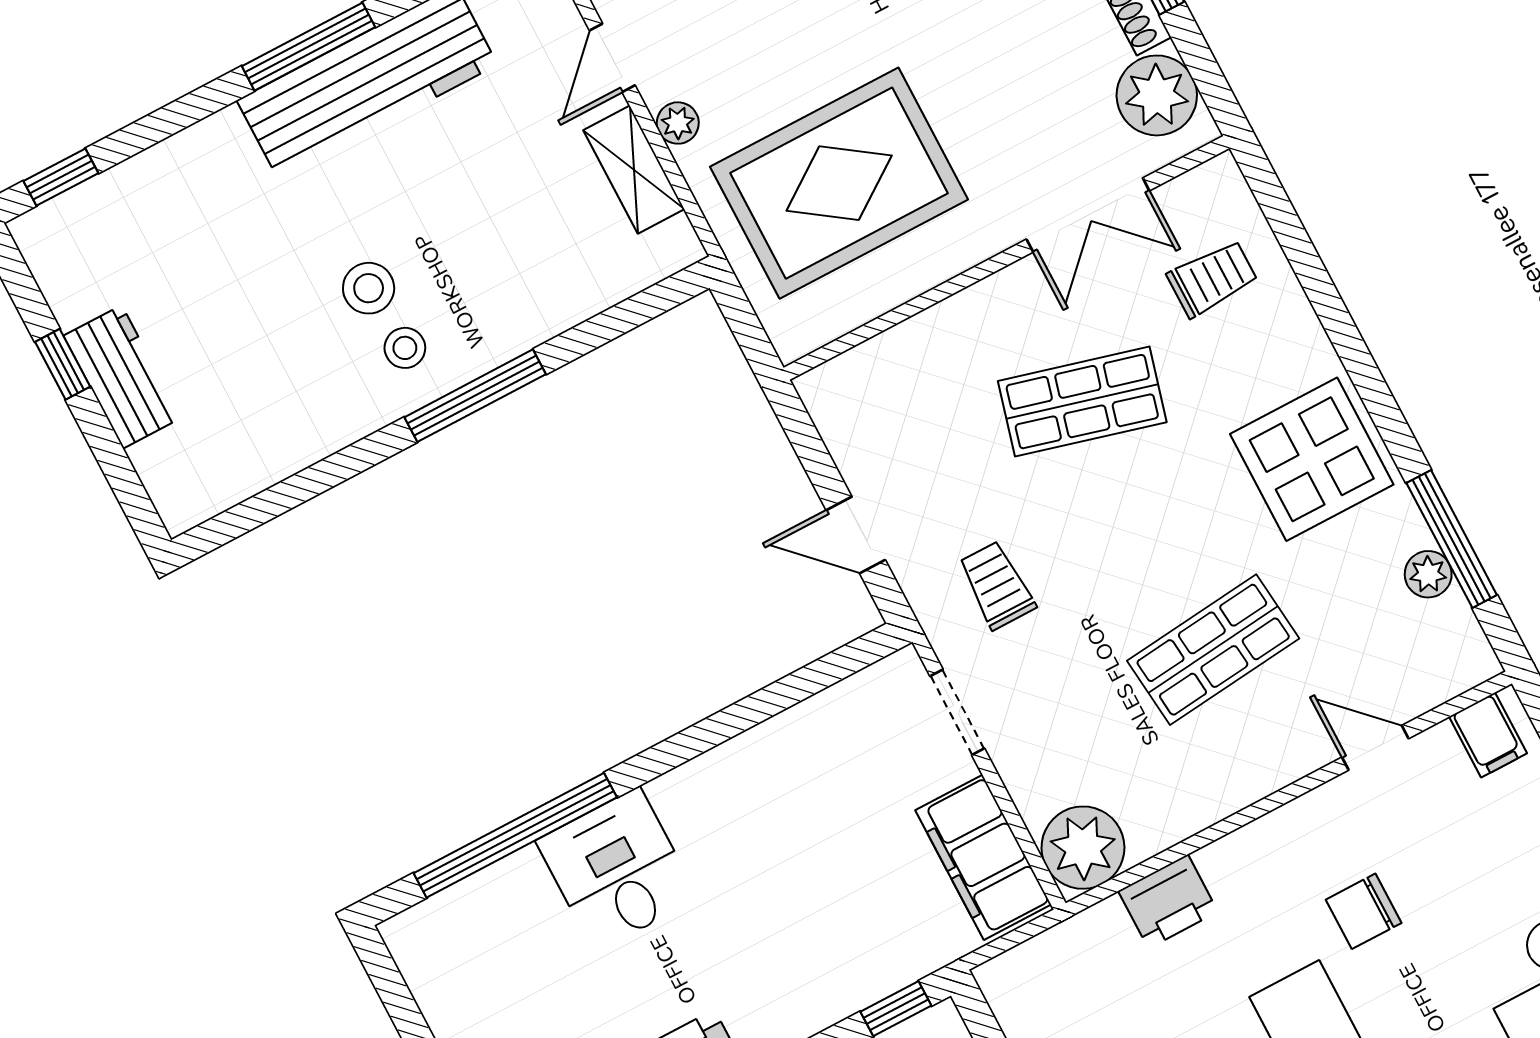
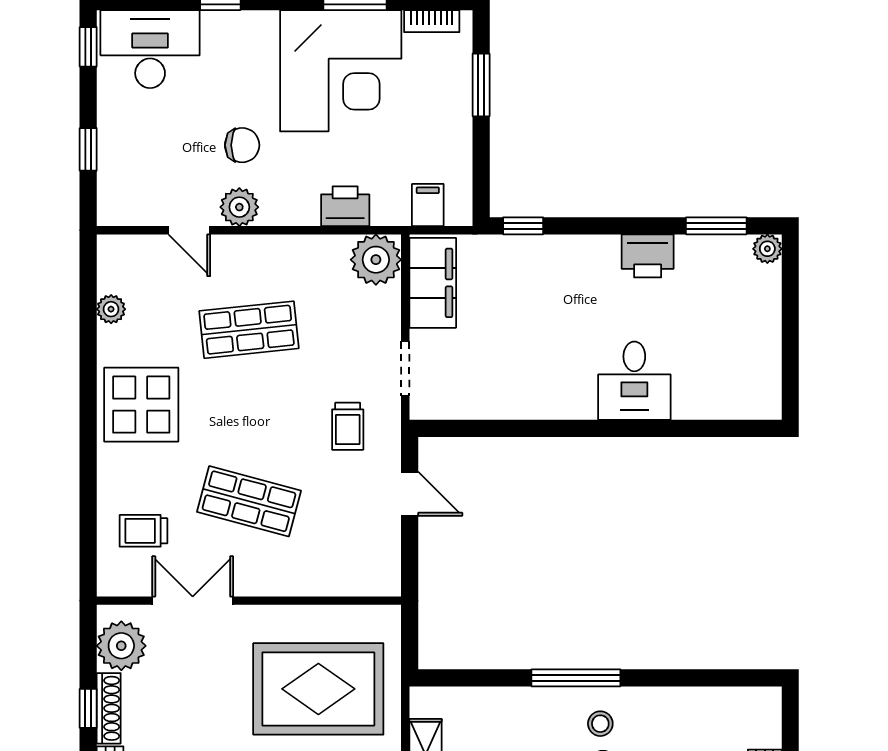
window: (1452, 539) -> (88, 321), removed
filing cabinet: (1488, 735) -> (428, 205), moved
plant: (1320, 820) -> (239, 207), added
window: (515, 835) -> (680, 428), removed

